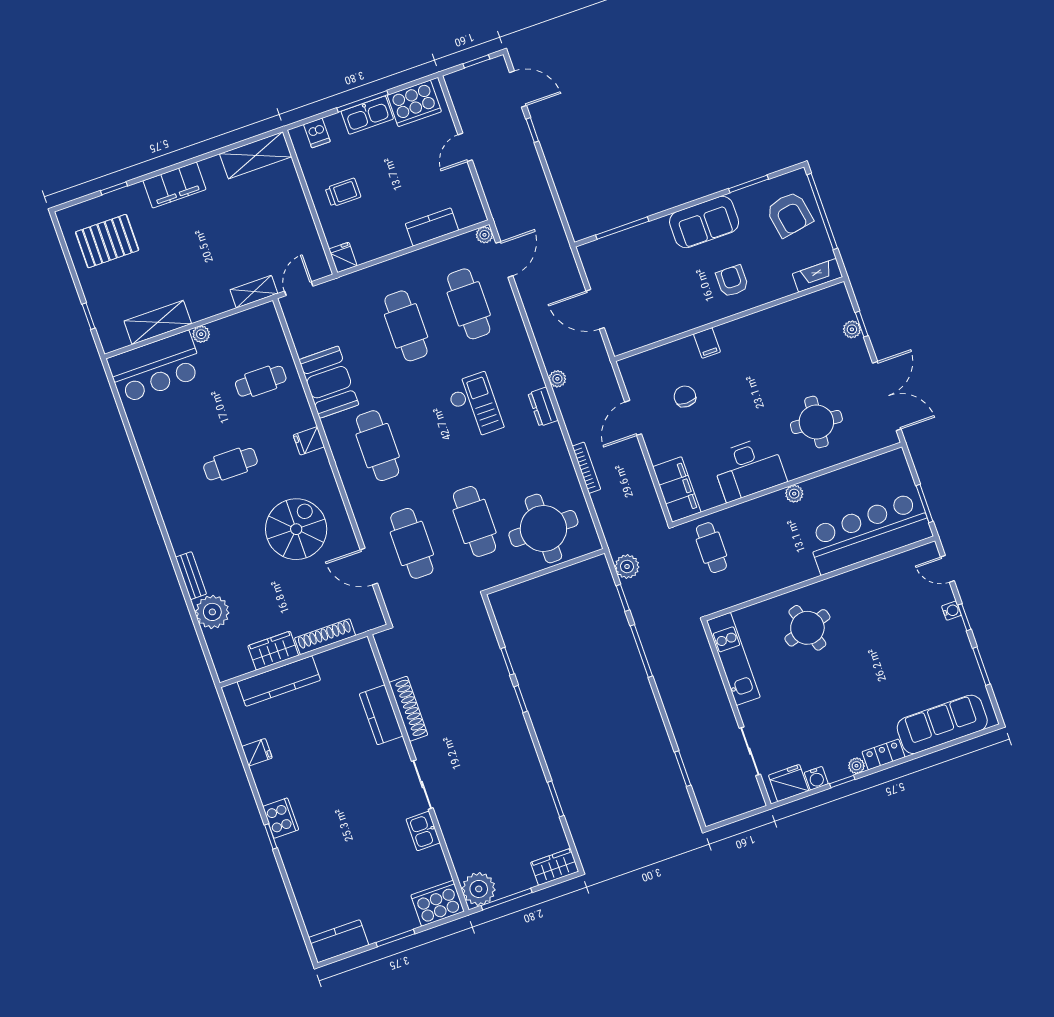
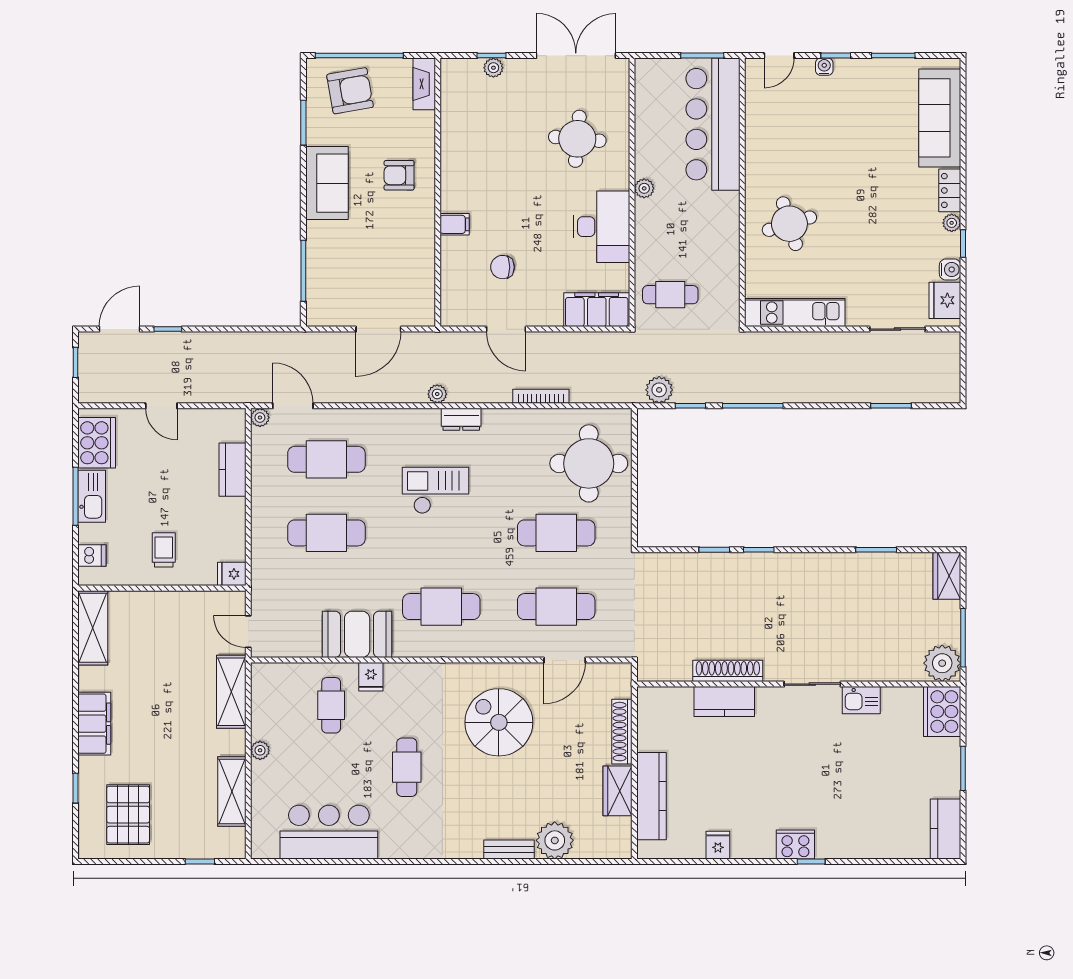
shelving: (254, 292) -> (231, 692), width x1.50, depth x1.33
bar counter: (155, 367) -> (329, 832), moved, turned -90
fridge: (309, 441) -> (371, 677), moved

